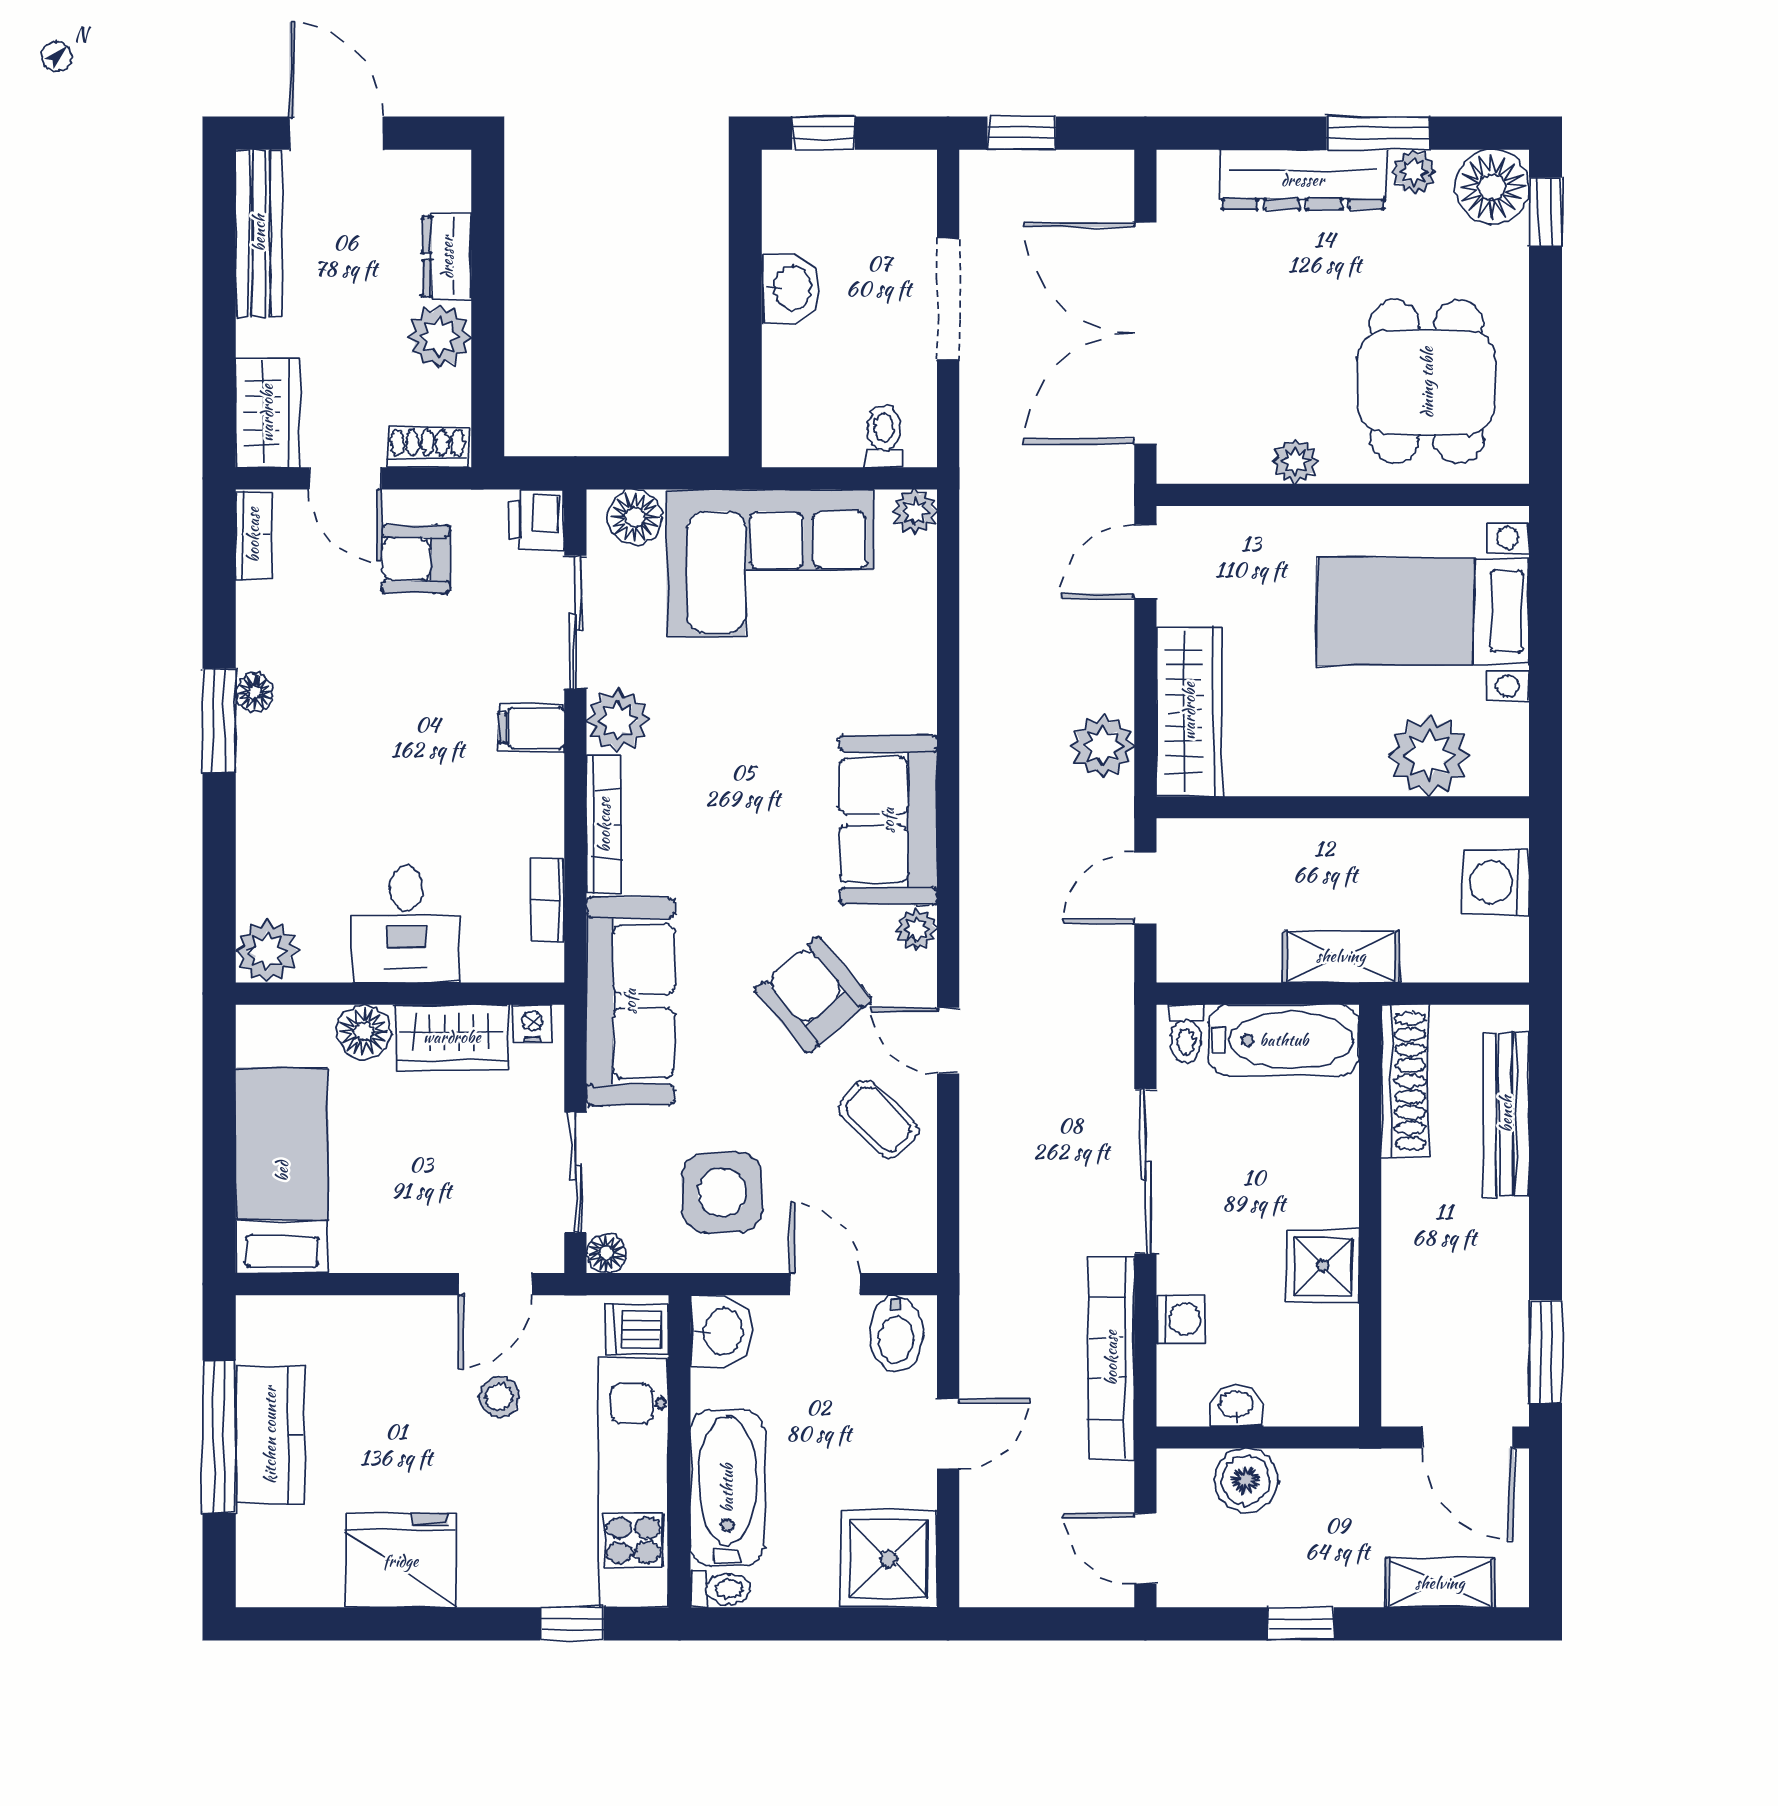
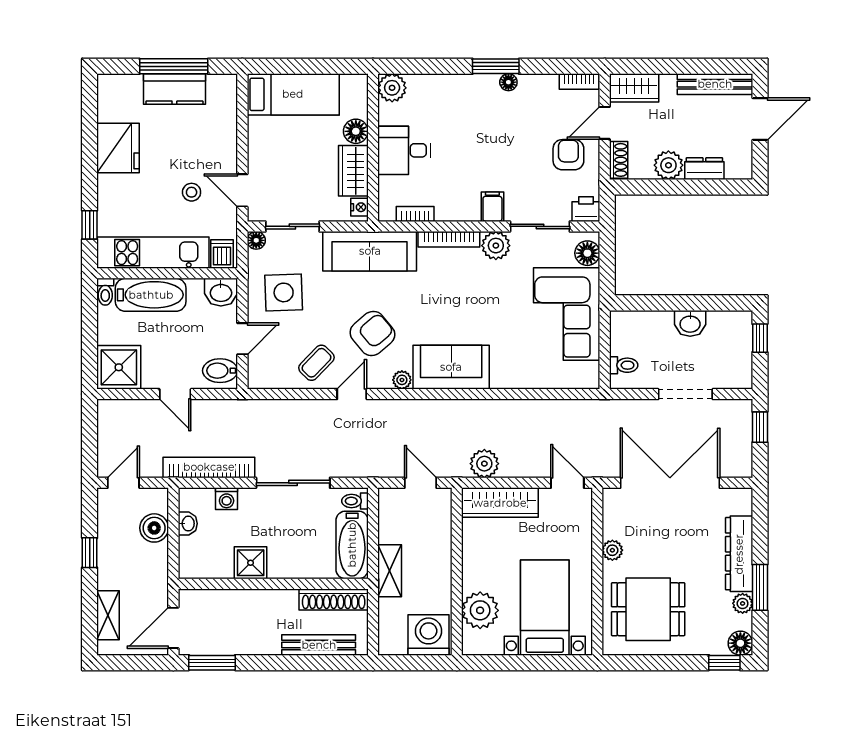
floor lamp: (1492, 187) -> (740, 643), width x0.73, depth x0.73
plant: (915, 511) -> (590, 379), removed
washing machine: (1496, 882) -> (429, 635), width x1.37, depth x1.37

